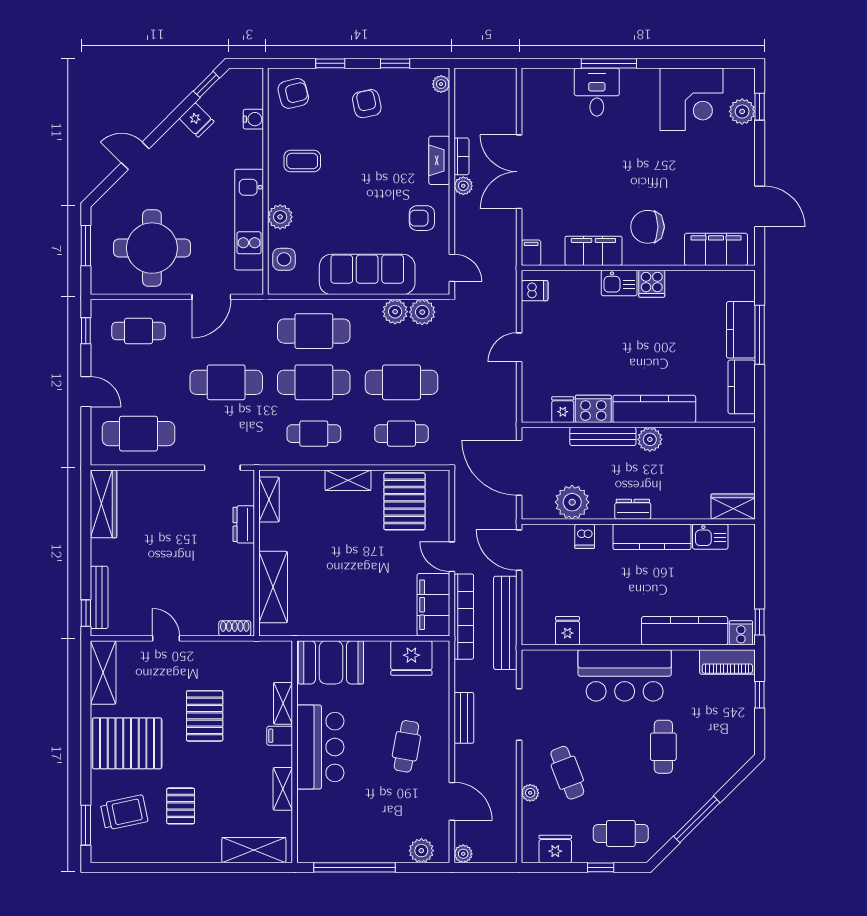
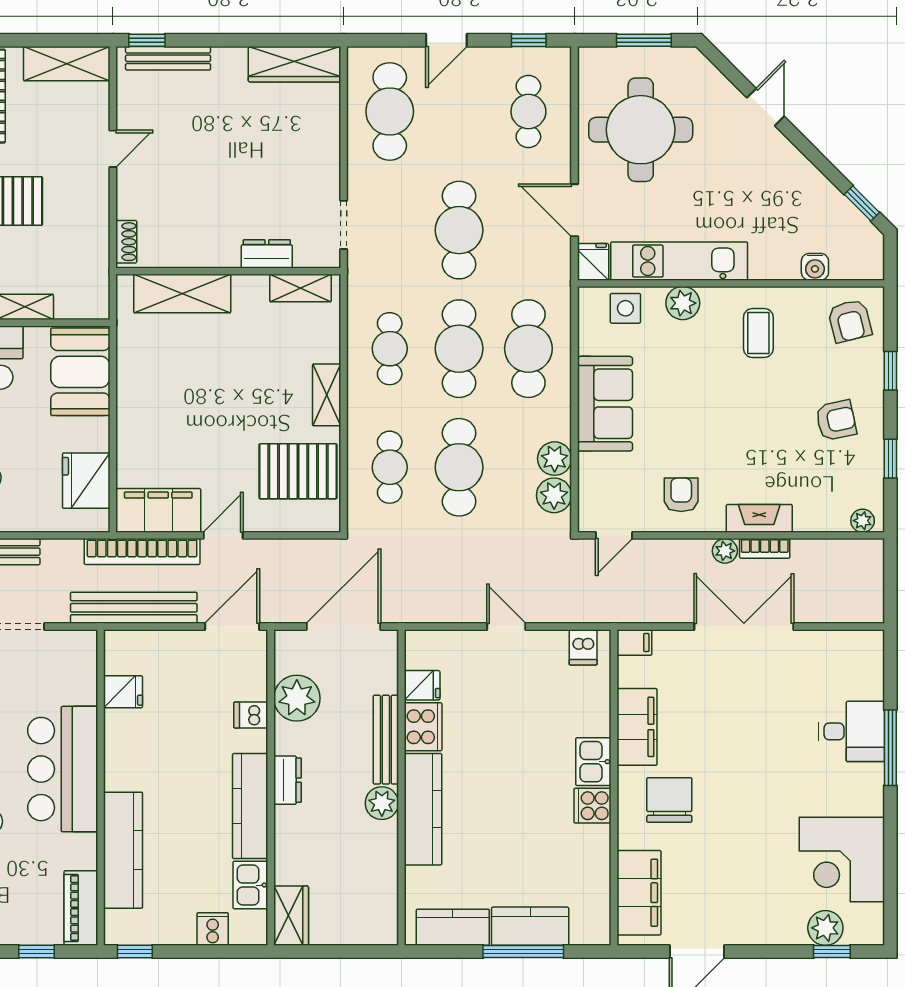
fridge: (197, 120) -> (593, 262), moved, turned 135
sofa: (367, 274) -> (605, 404), width x0.73
cooker: (741, 633) -> (213, 929), moved, turned -90

